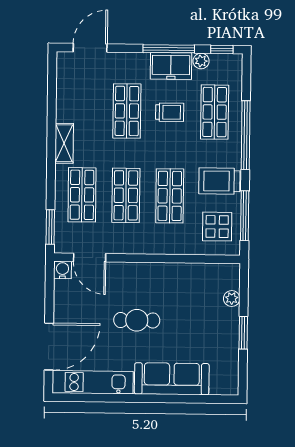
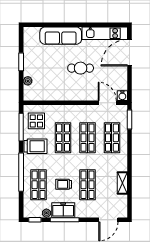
shelving: (64, 143) -> (122, 183), moved

